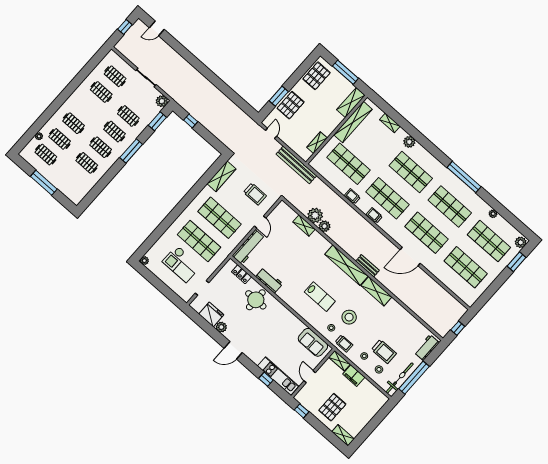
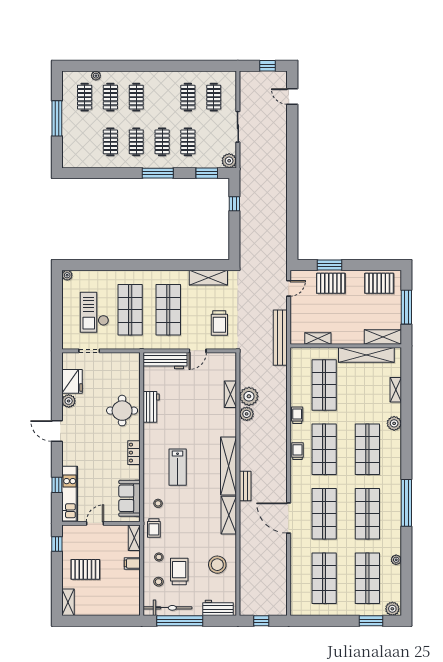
locker: (241, 274) -> (134, 453), moved
stool: (349, 317) -> (217, 565), moved
trolley: (384, 351) -> (179, 572), turned 180
filing cabinet: (354, 376) -> (132, 563), width x0.50

